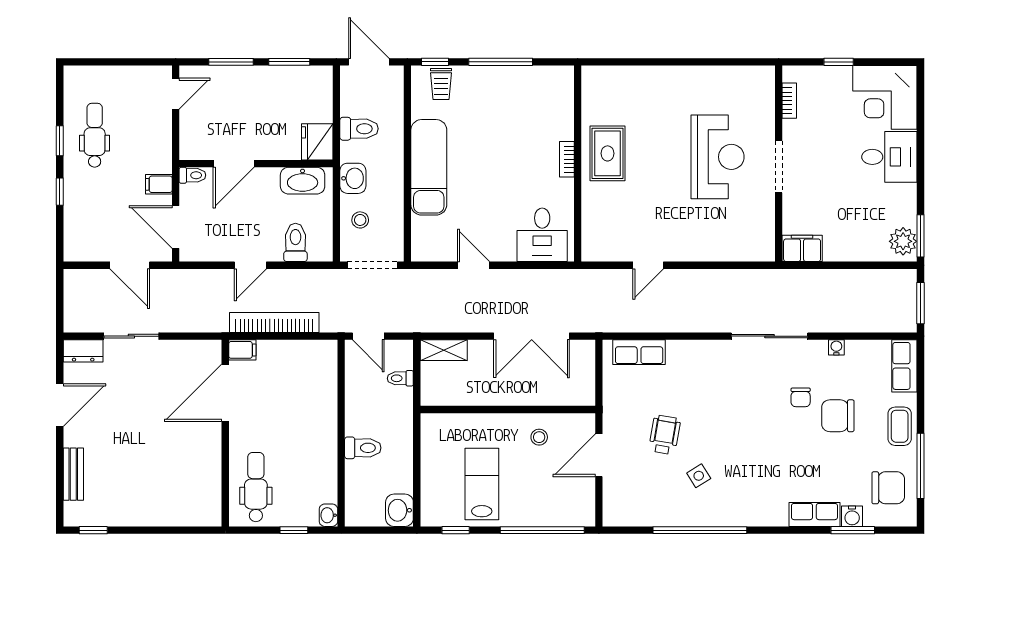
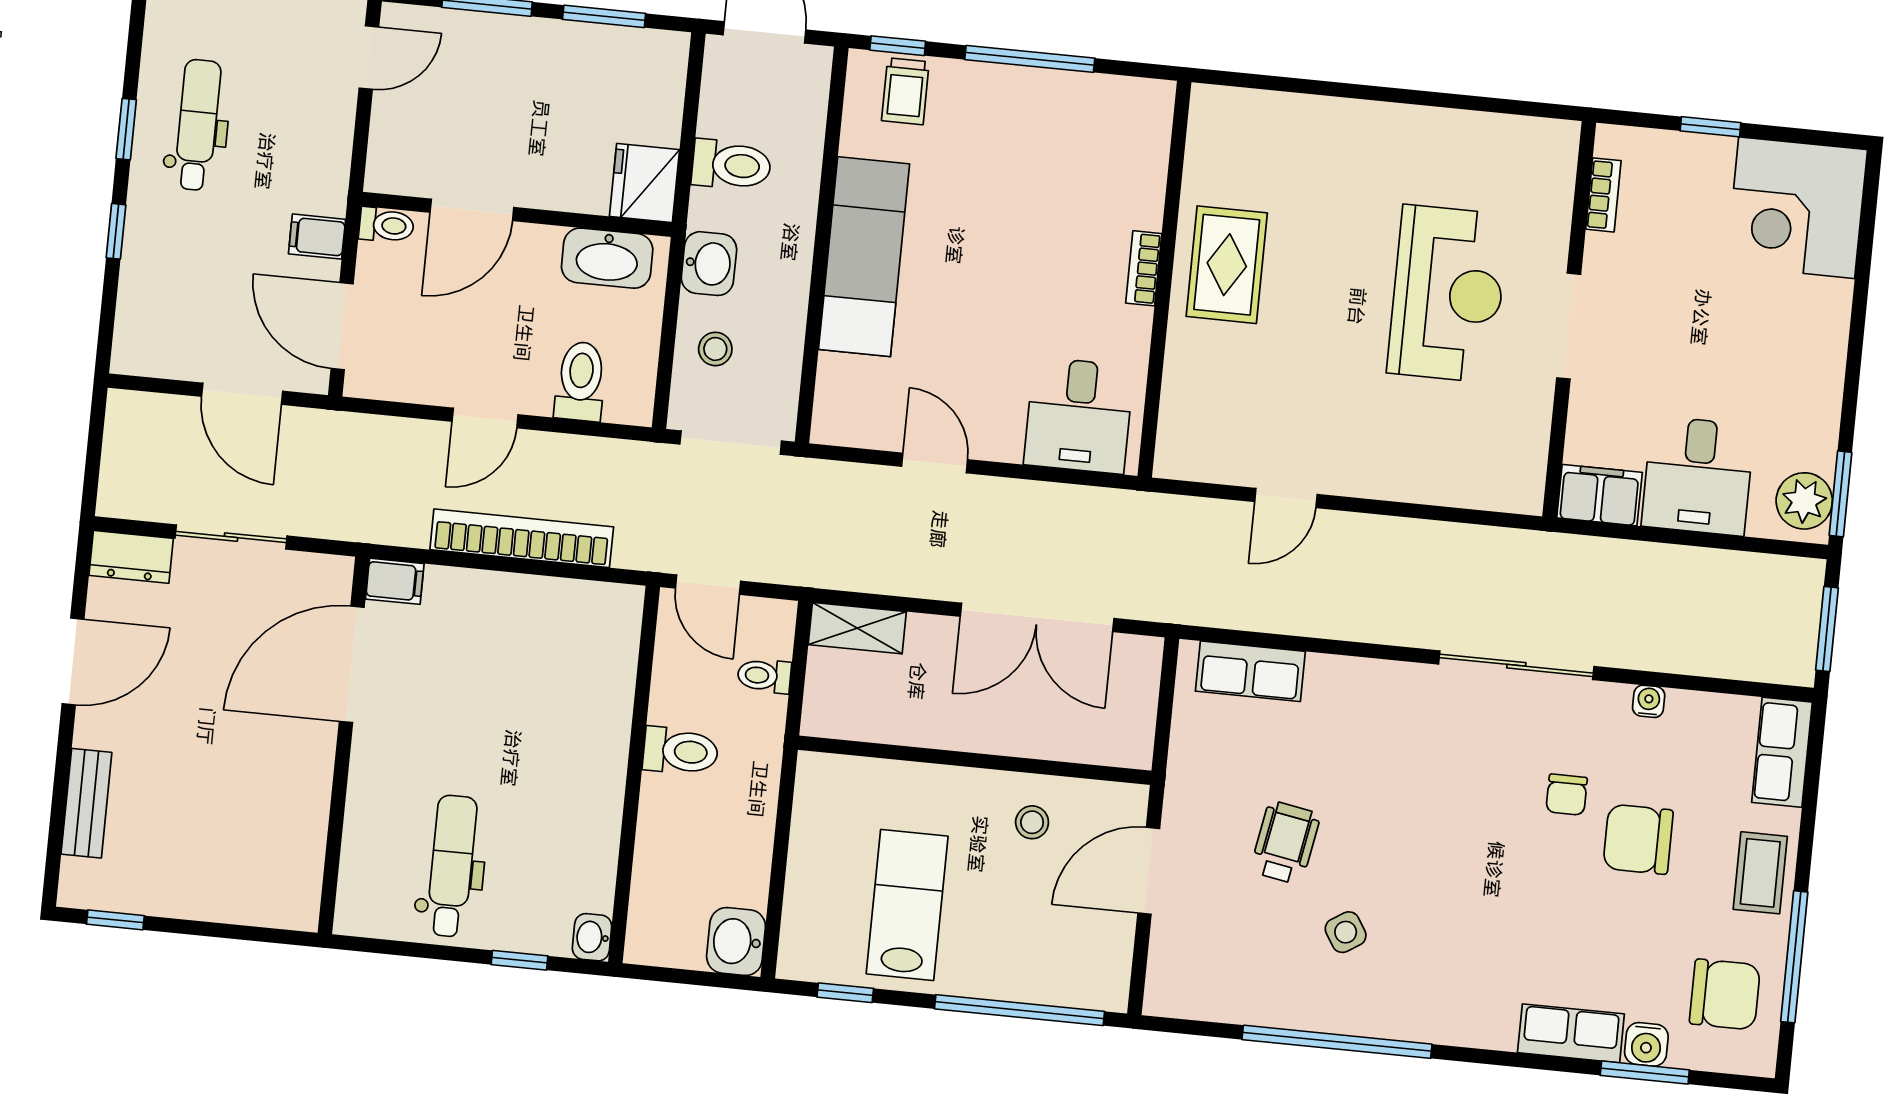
desk: (889, 157) -> (1698, 476), moved, turned 90
filing cabinet: (242, 350) -> (395, 581), moved
door: (225, 393) -> (352, 664), moved
wall: (225, 433) -> (344, 745), moved
toilet: (363, 448) -> (681, 751), moved

